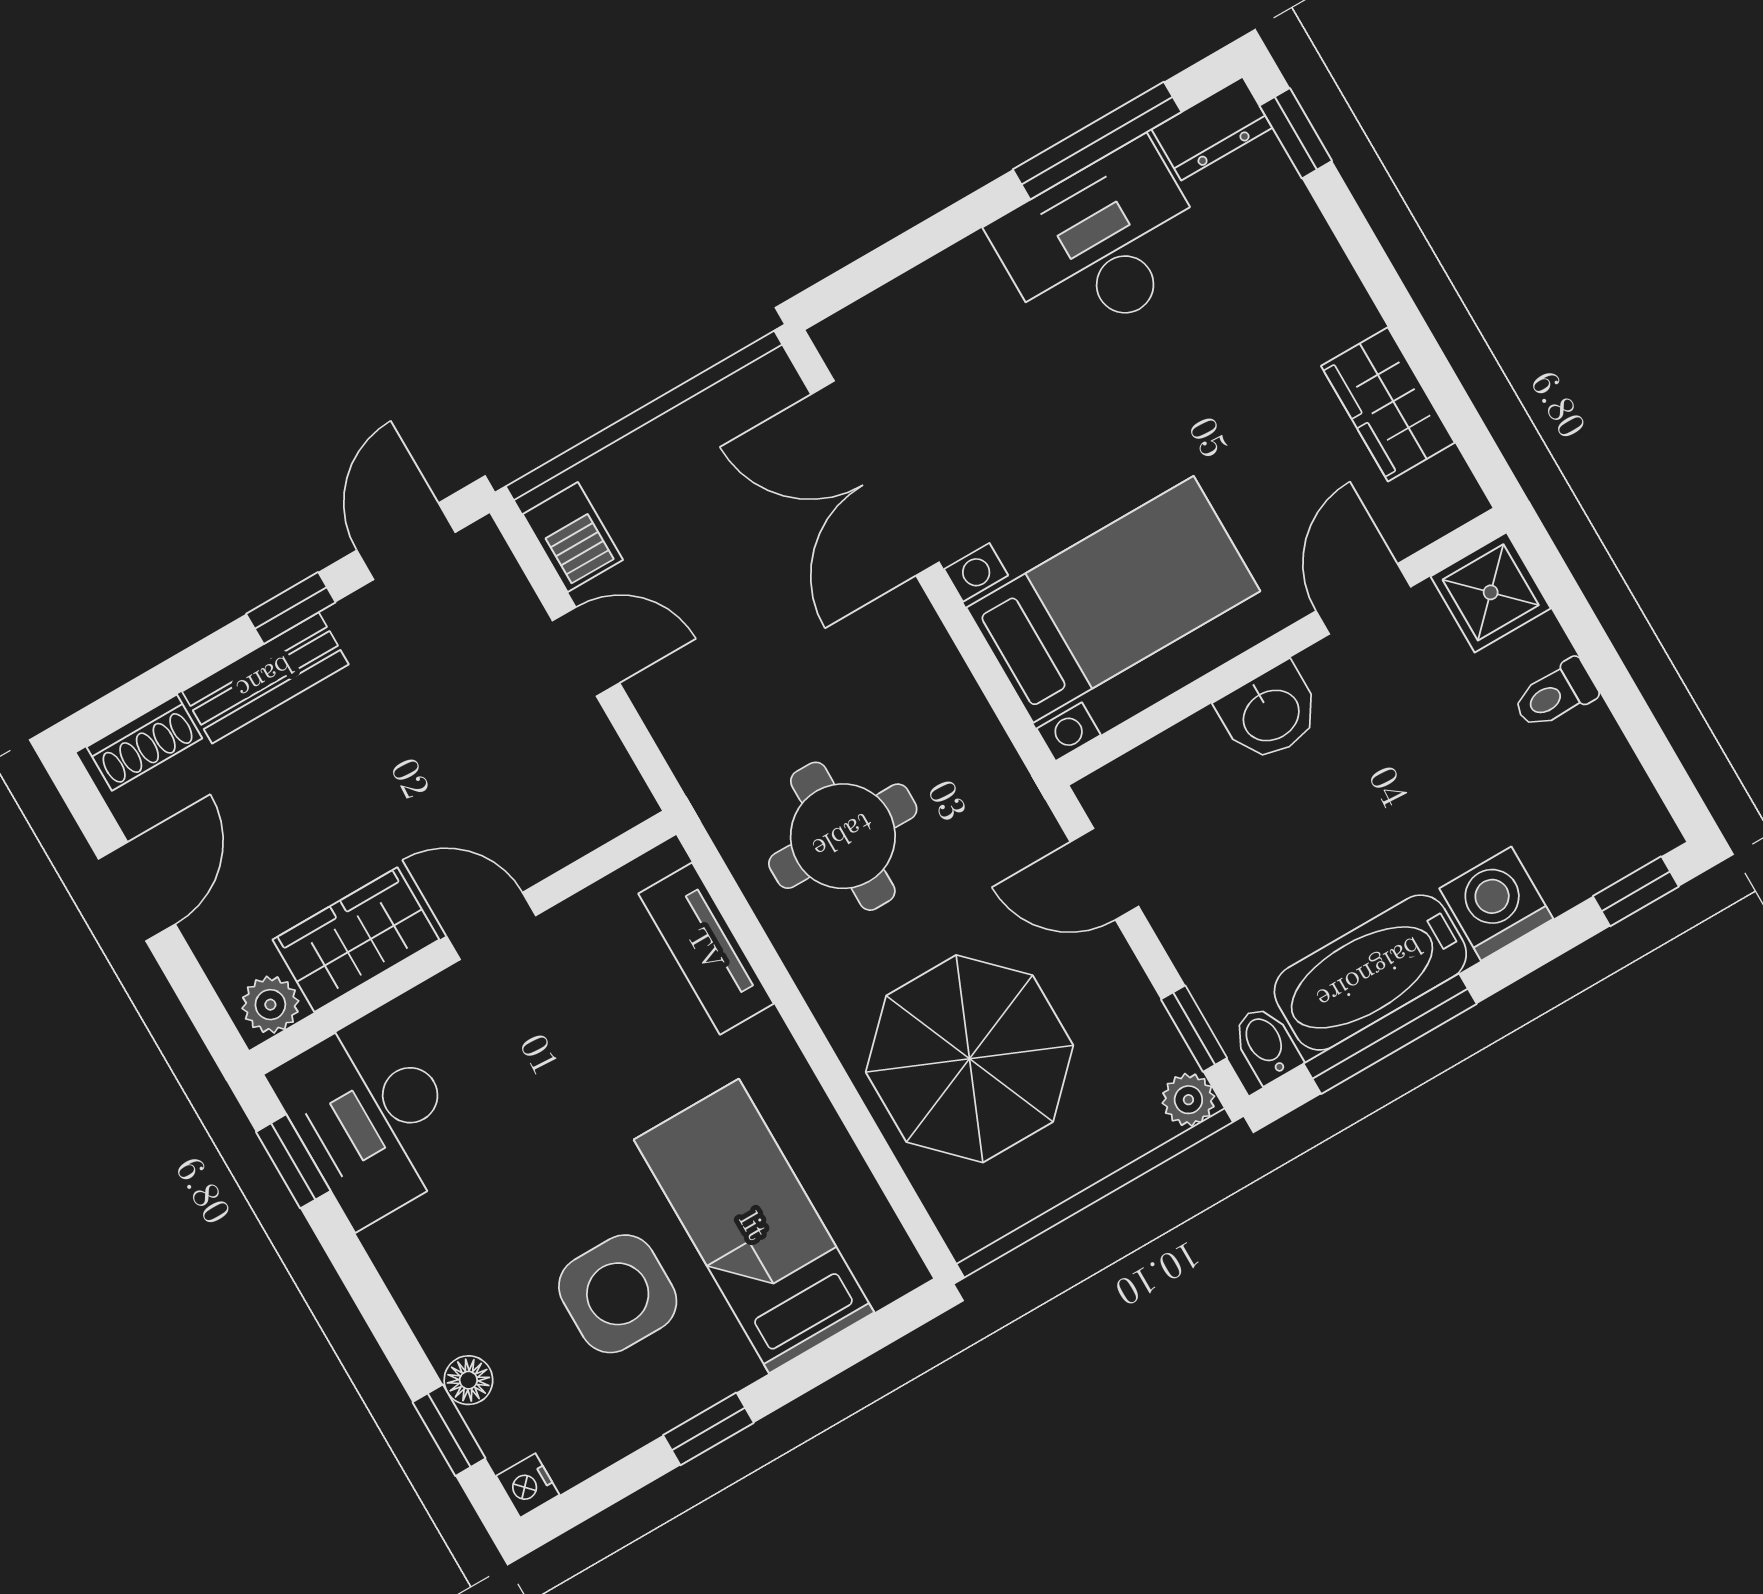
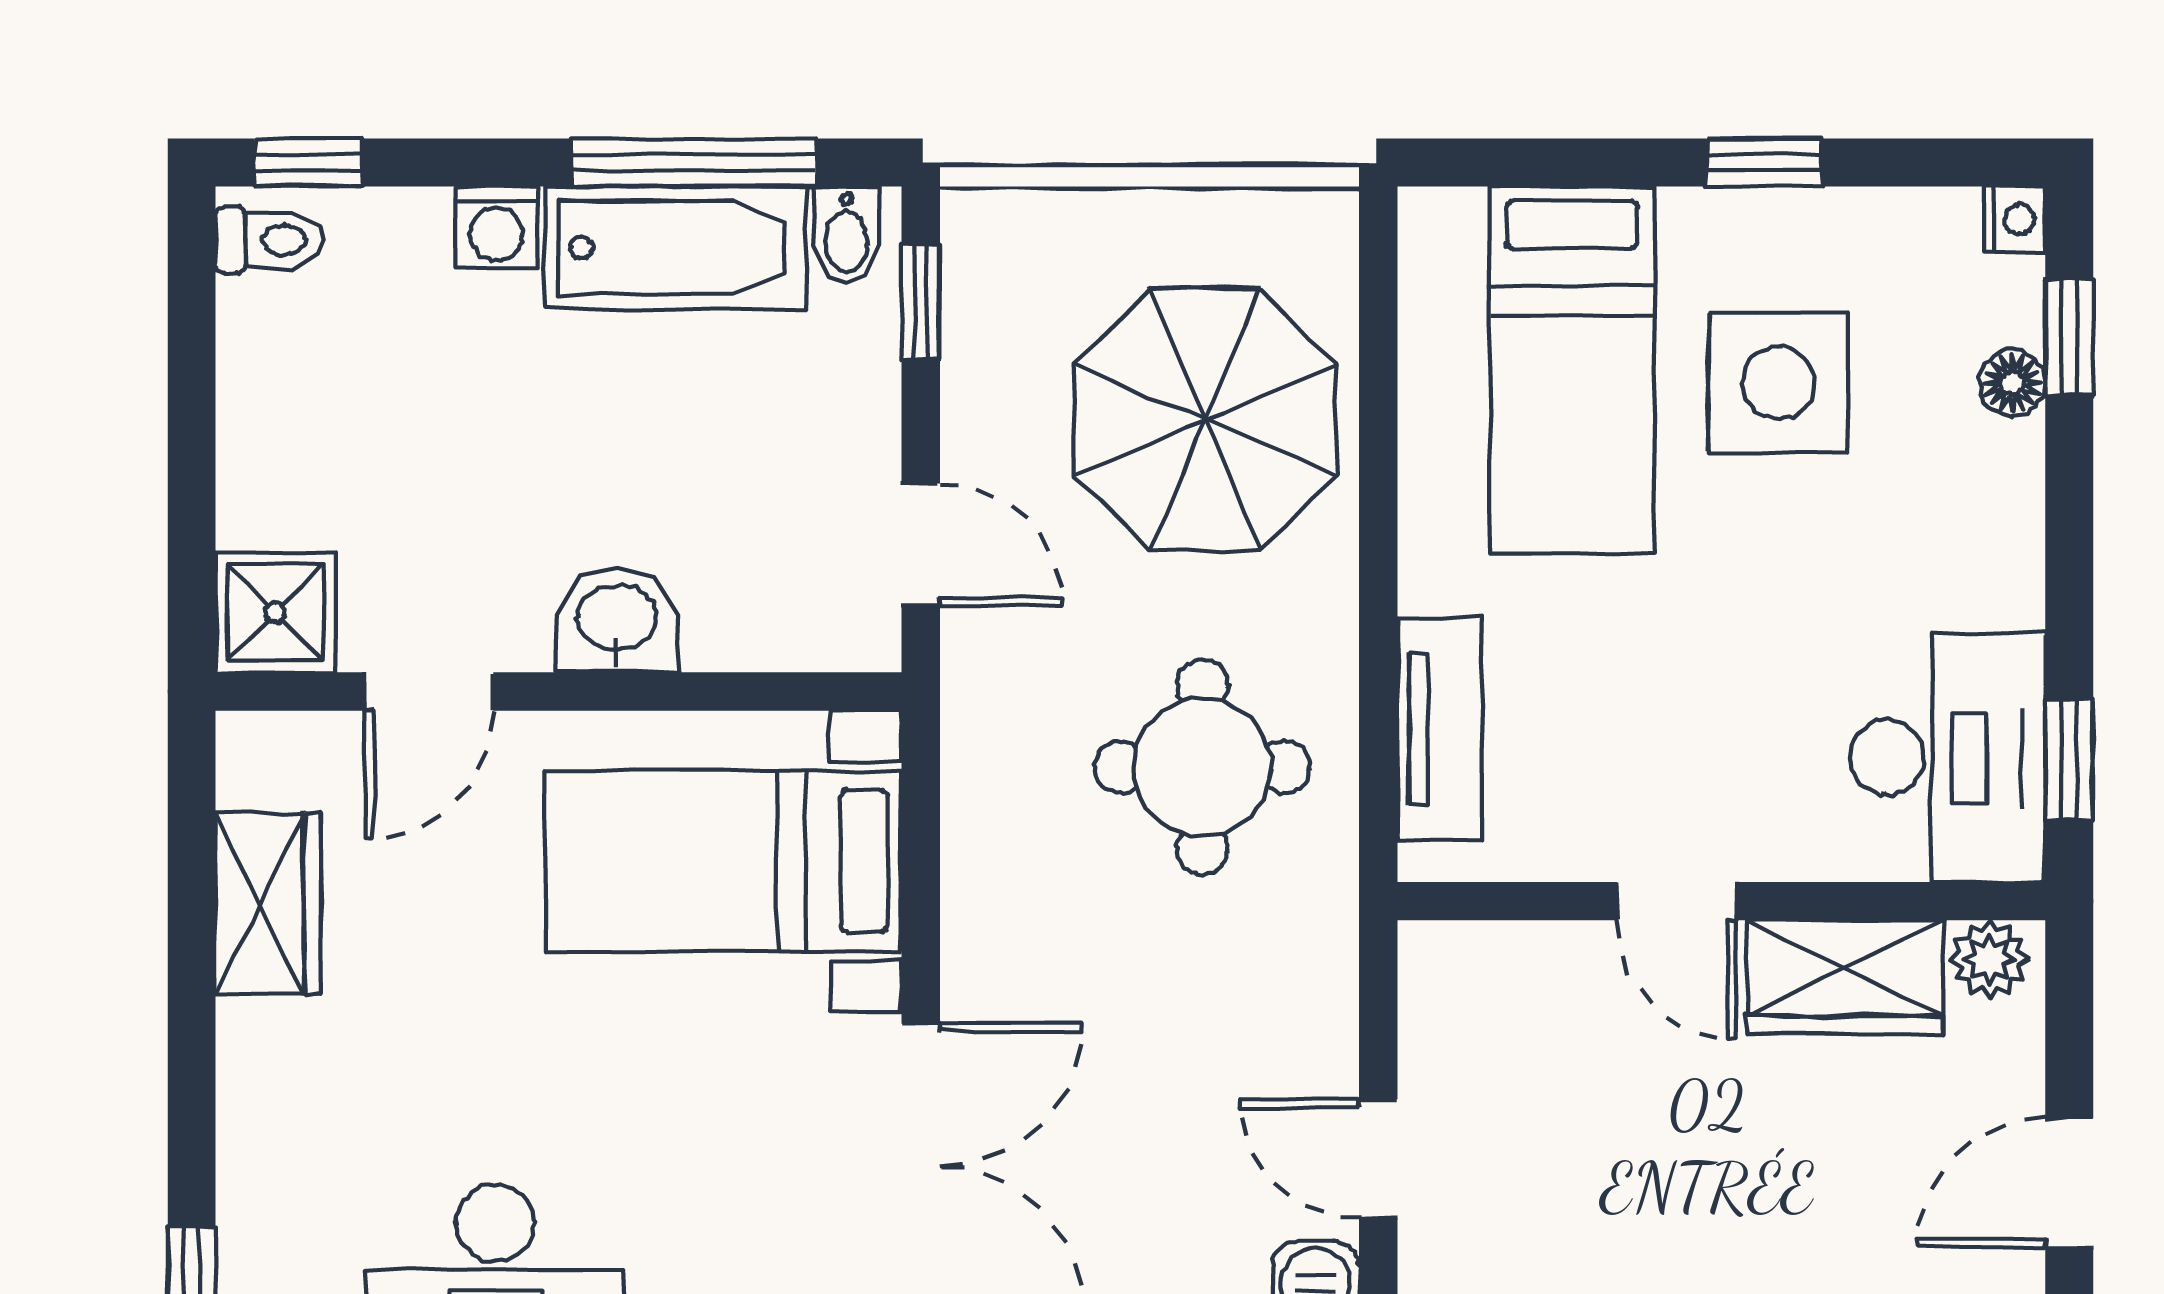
toilet: (1555, 695) -> (269, 240), moved
washing machine: (1496, 904) -> (496, 228), width x0.73, depth x0.73
plant: (1188, 1100) -> (976, 222), removed

